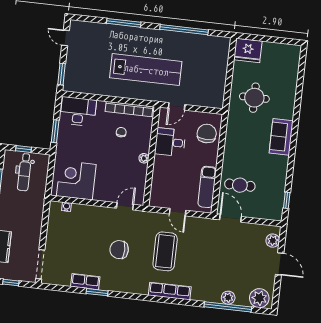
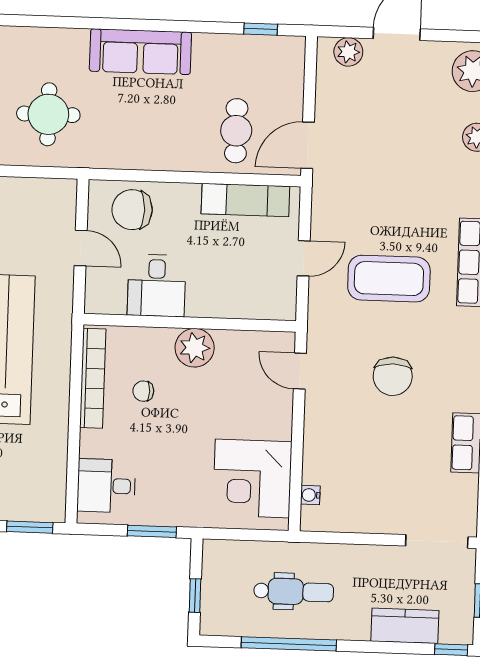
door: (177, 106) -> (81, 248), moved
desk: (78, 111) -> (106, 486), width x0.73
sofa: (281, 137) -> (140, 52), width x1.36
plant: (144, 158) -> (195, 348), width x1.87, depth x1.87
dental chair: (24, 172) -> (294, 592), moved

